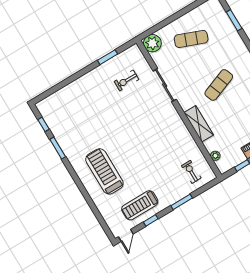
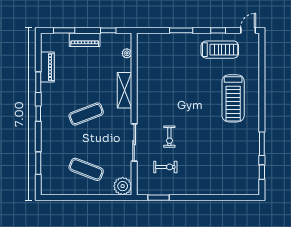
window: (107, 57) -> (158, 198), moved
exercise bike: (191, 172) -> (169, 137), moved

